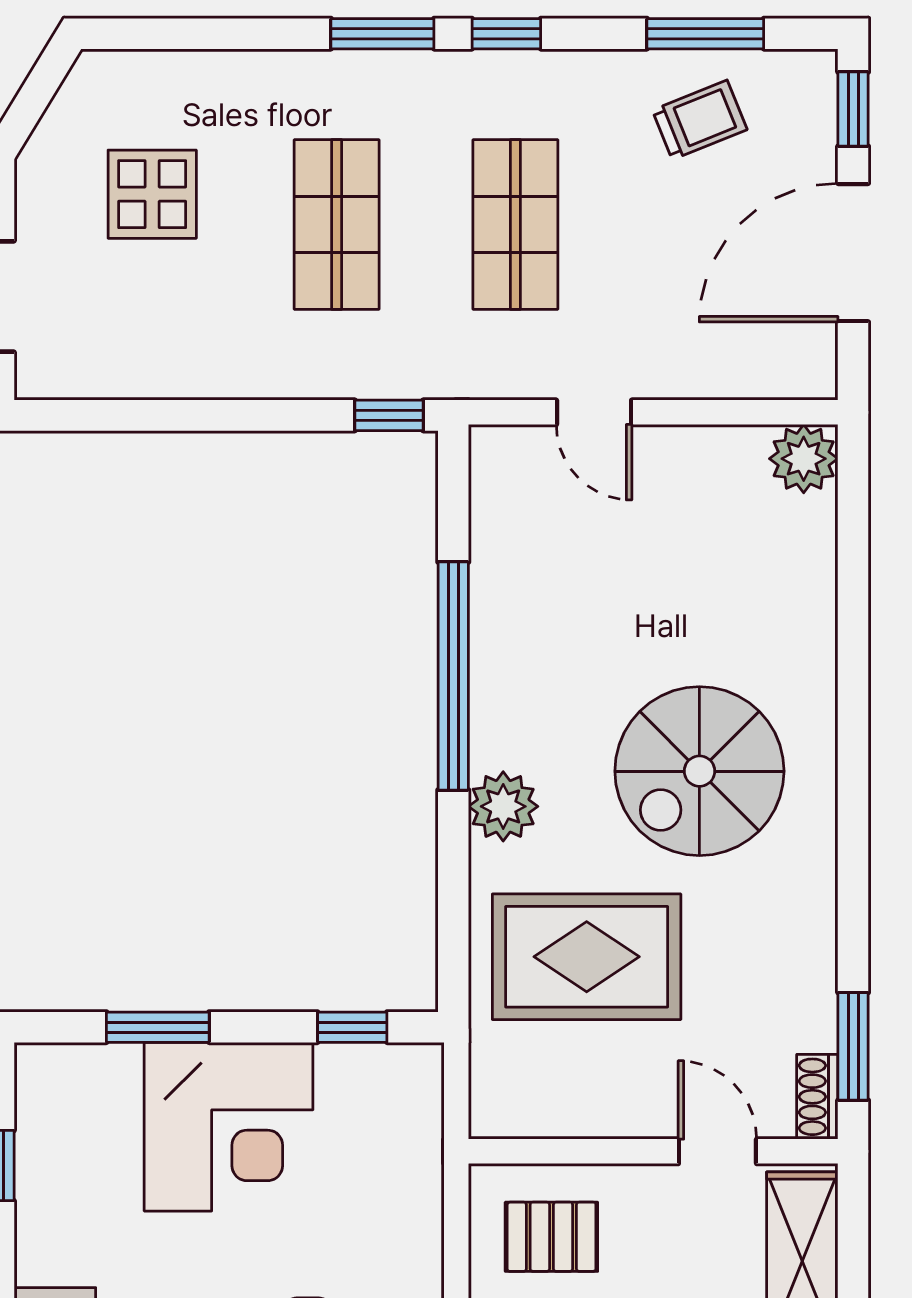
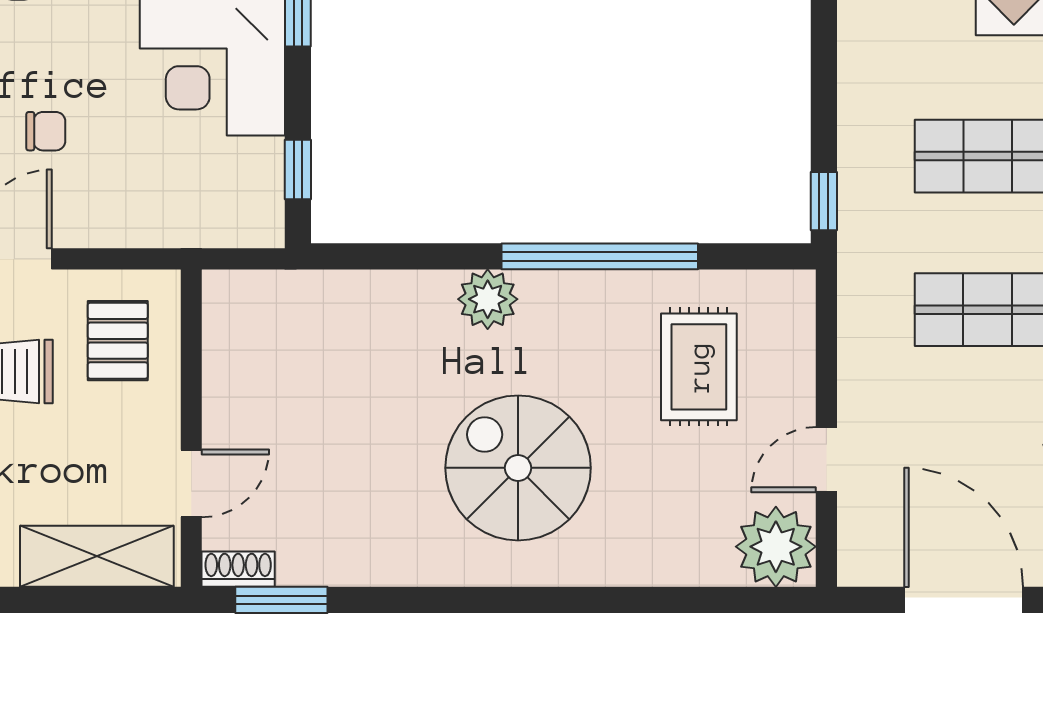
door: (594, 412) -> (826, 460), moved
plant: (804, 459) -> (776, 547), width x1.36, depth x1.36
rug: (587, 957) -> (699, 367), moved, width x0.73, depth x0.70

